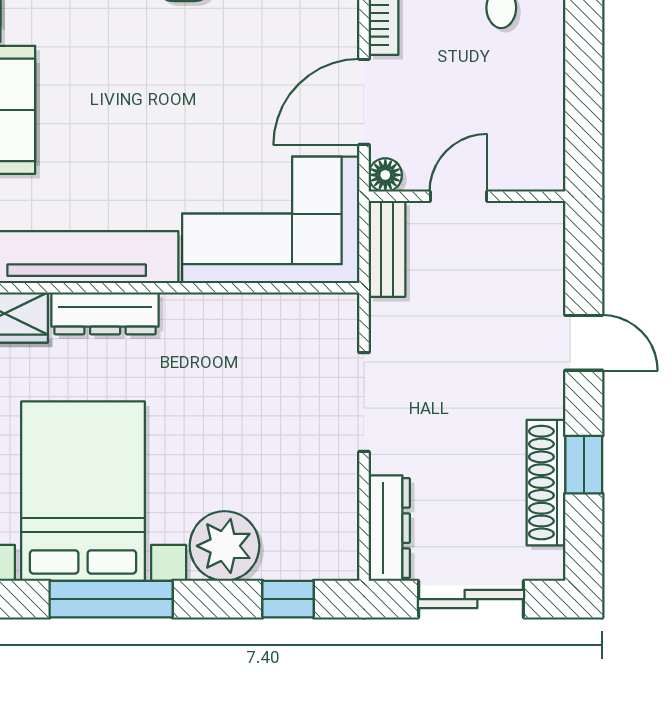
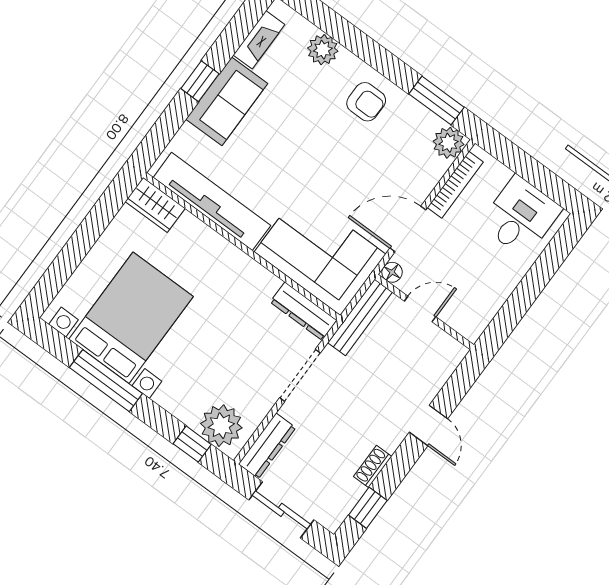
bench: (387, 249) -> (360, 317), width x1.36
dresser: (105, 313) -> (304, 311), moved
window: (584, 465) -> (368, 508), moved
shoe rack: (546, 483) -> (373, 467), width x0.51, depth x0.81
plant: (225, 546) -> (221, 426), moved

